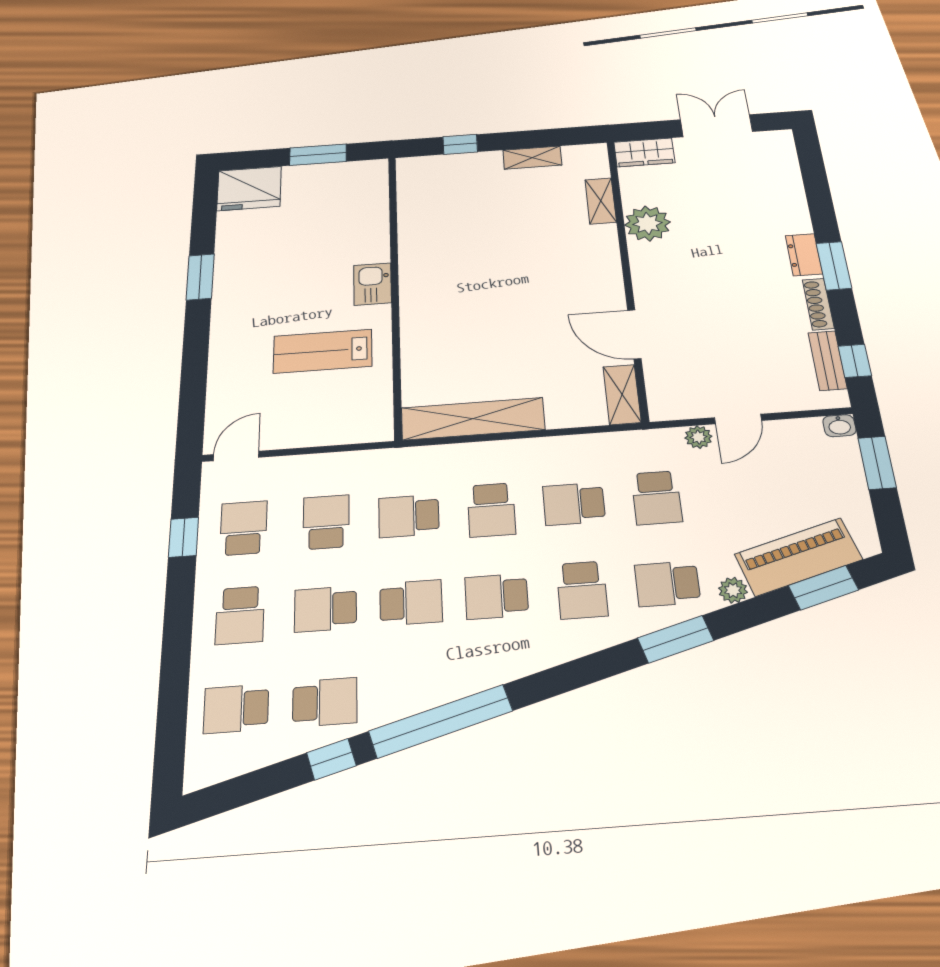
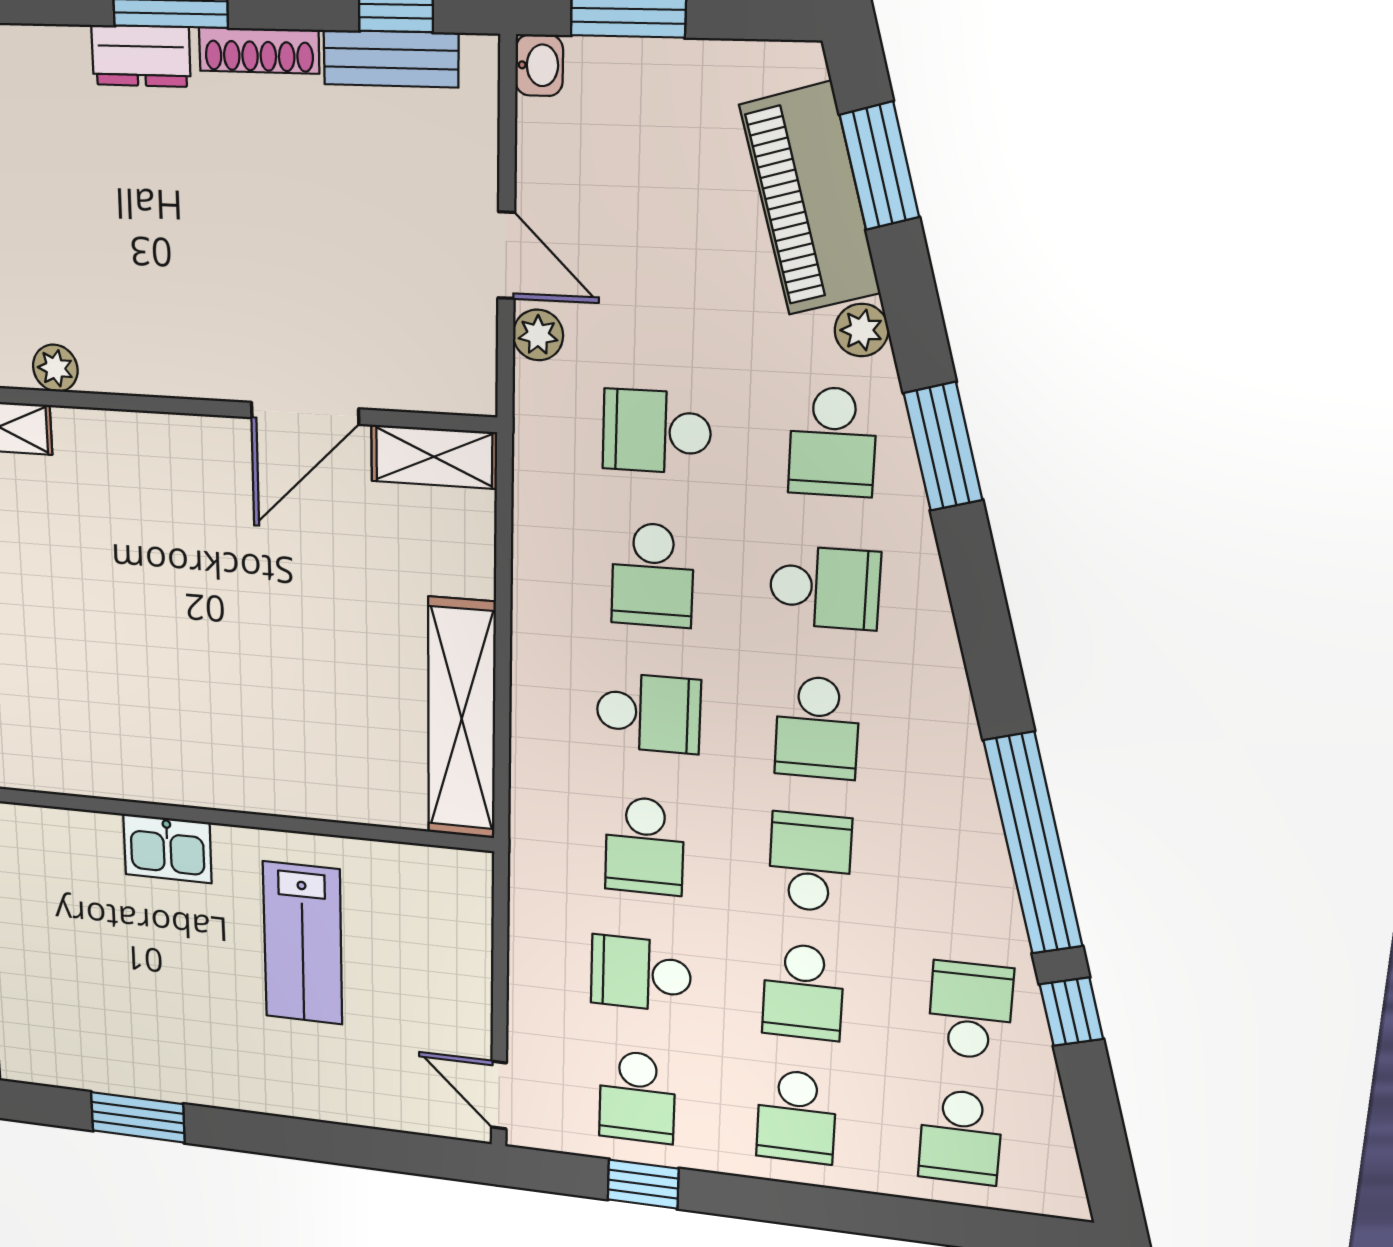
plant: (648, 224) -> (55, 368), width x0.53, depth x0.53
school desk: (657, 498) -> (657, 431), turned 180
school desk: (243, 528) -> (637, 1097), turned -90
school desk: (240, 615) -> (796, 1117), turned 90

